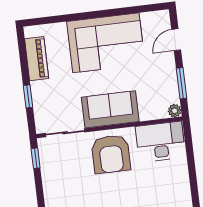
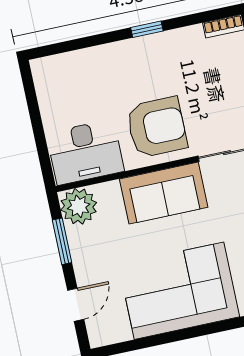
plant: (175, 111) -> (79, 206), width x1.88, depth x1.88
armchair: (111, 154) -> (157, 127), turned 90

